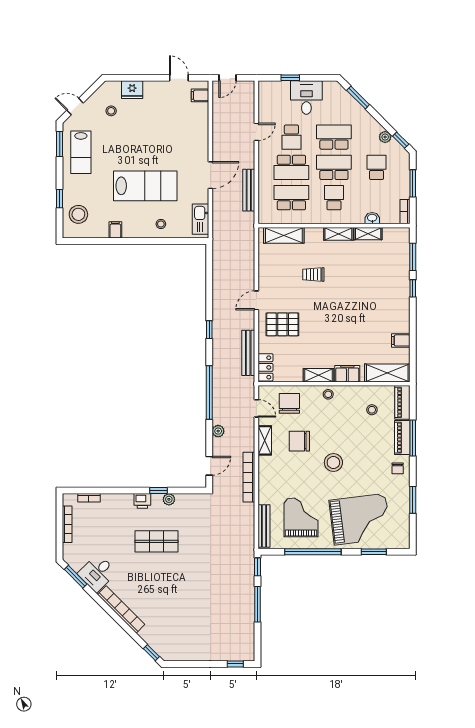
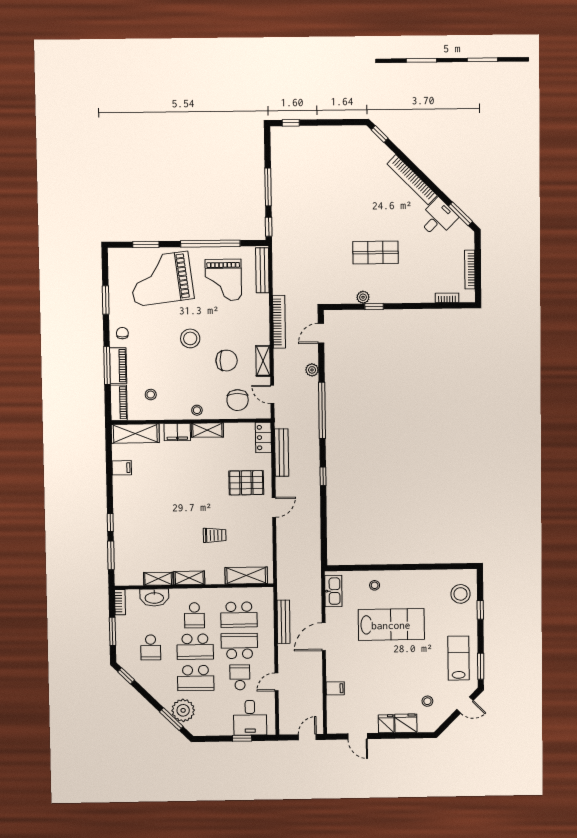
fridge: (151, 89) -> (386, 724), added
filing cabinet: (200, 95) -> (335, 688), moved
desk: (306, 98) -> (250, 718), moved
plant: (385, 137) -> (183, 710), moved, width x1.87, depth x1.87
lab bench: (145, 186) -> (391, 625), turned 180
washbasin: (372, 218) -> (154, 597), width x1.91, depth x1.45
filing cabinet: (115, 230) -> (422, 578), removed
printer: (142, 501) -> (391, 295), removed

